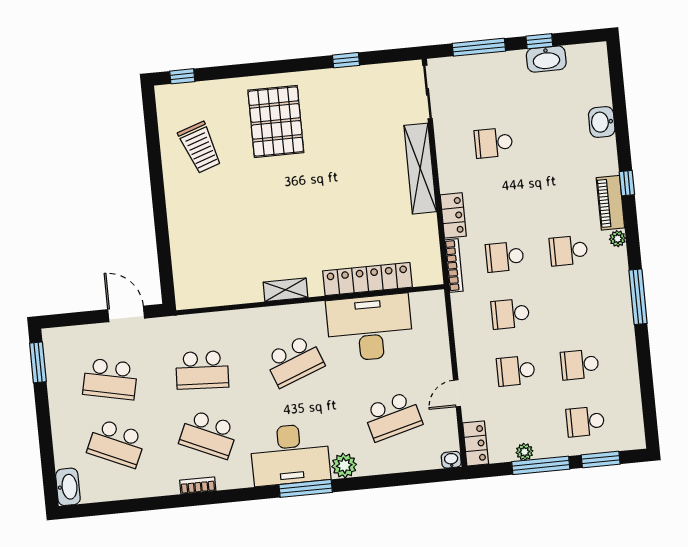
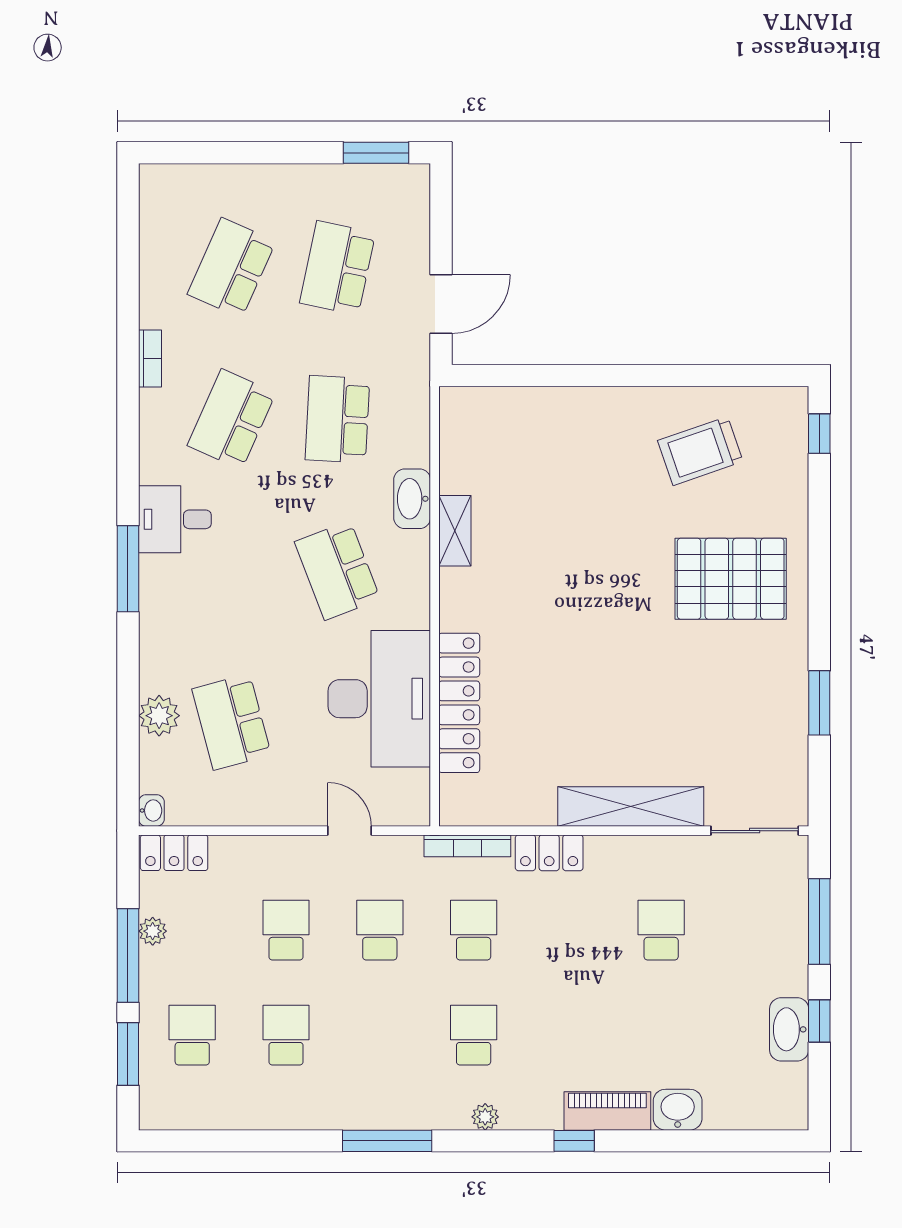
window: (346, 60) -> (819, 703), width x1.50
piano: (610, 203) -> (607, 1111), moved
shelving: (286, 290) -> (455, 531), moved
door: (457, 393) -> (350, 831), moved
desk: (290, 454) -> (175, 519), width x0.53, depth x0.77
plant: (344, 466) -> (159, 716), moved
bookcase: (198, 485) -> (150, 359), moved
washbasin: (68, 487) -> (412, 499), moved, turned 90

